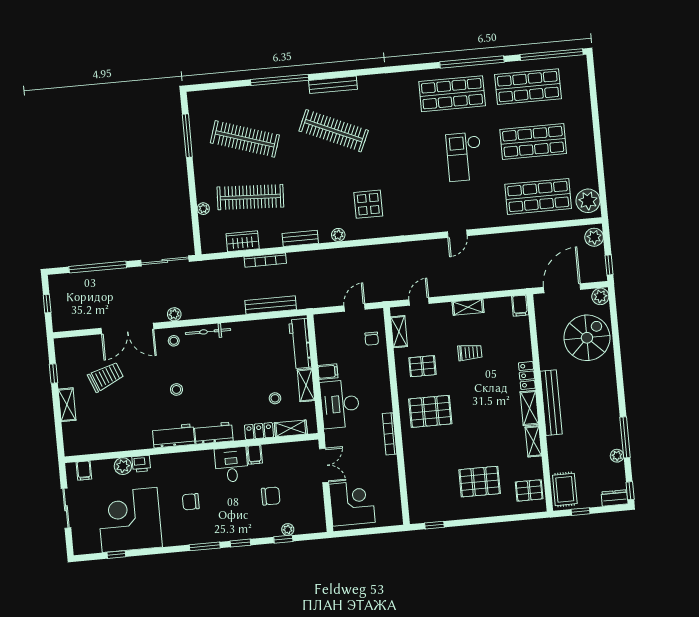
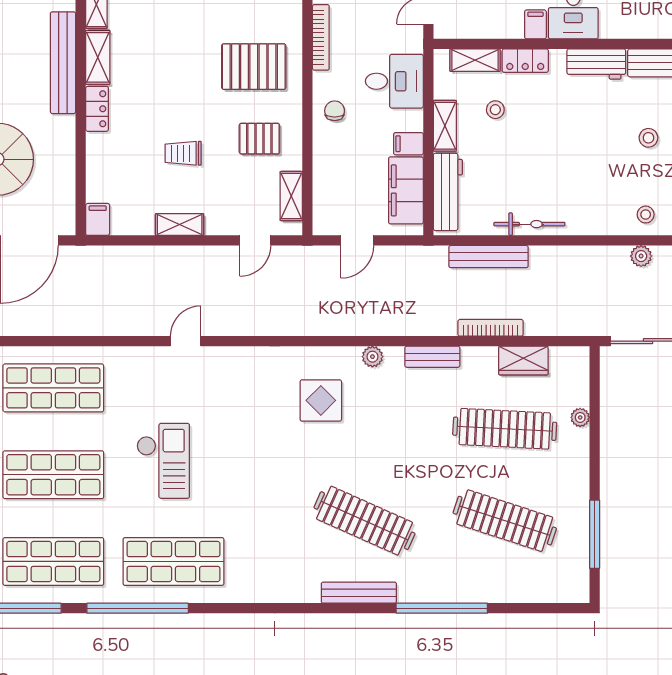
bicycle: (208, 332) -> (529, 224), moved
chair: (372, 339) -> (335, 111), moved
filing cabinet: (327, 342) -> (406, 190), added
desk: (340, 404) -> (394, 81), width x0.73

